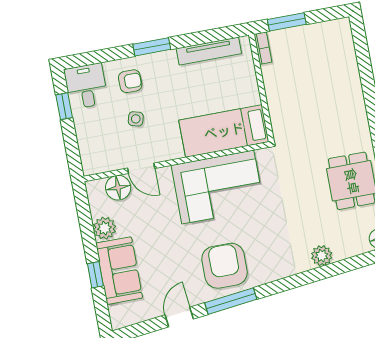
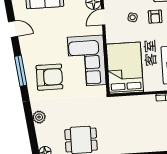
bed: (224, 131) -> (125, 68), width x1.50
armchair: (225, 266) -> (49, 77), moved
window: (231, 301) -> (21, 71), moved

